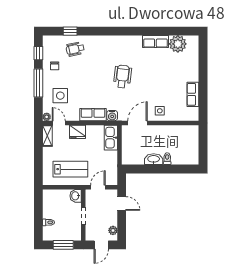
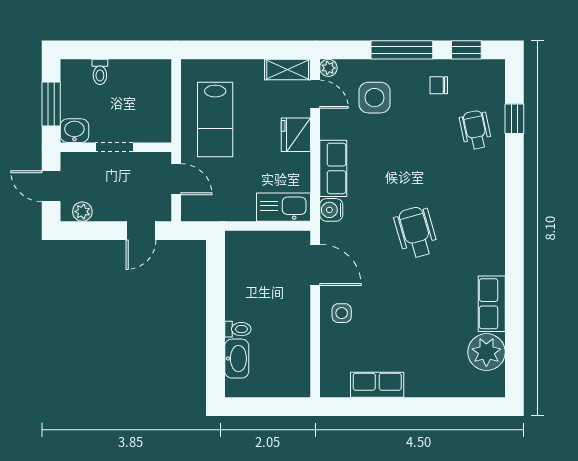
wheelchair: (122, 76) -> (416, 232), turned -113
door: (59, 123) -> (315, 94), hinge flipped
washbasin: (154, 159) -> (237, 359), moved
washbasin: (76, 196) -> (74, 131), moved

